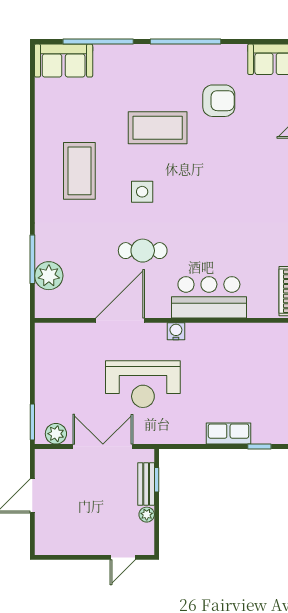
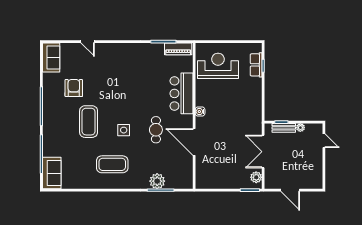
plant: (49, 276) -> (157, 181), moved
reception desk: (143, 384) -> (218, 66), moved, turned -90
row of seats: (228, 434) -> (256, 65), moved

